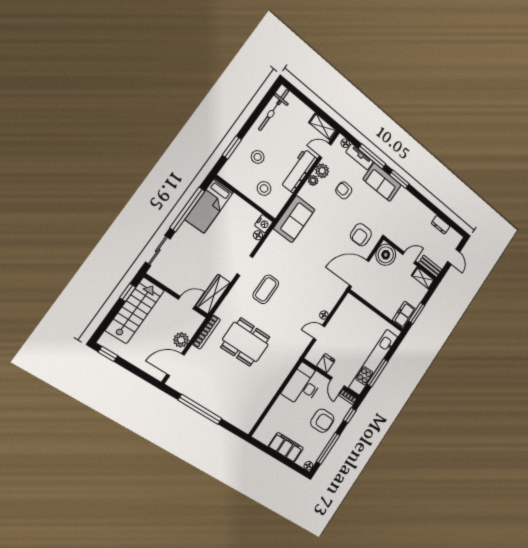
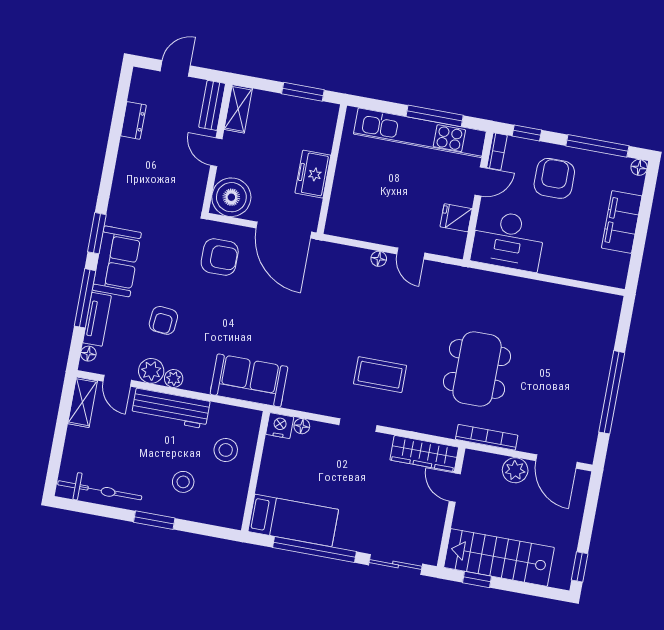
window: (232, 147) -> (154, 520), moved
freezer: (404, 315) -> (313, 174), moved, turned 90

